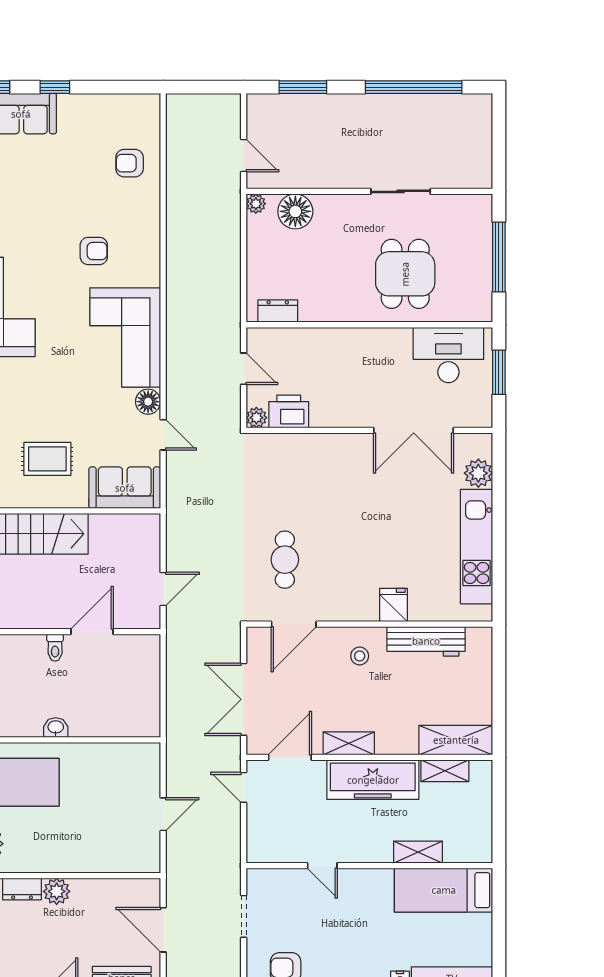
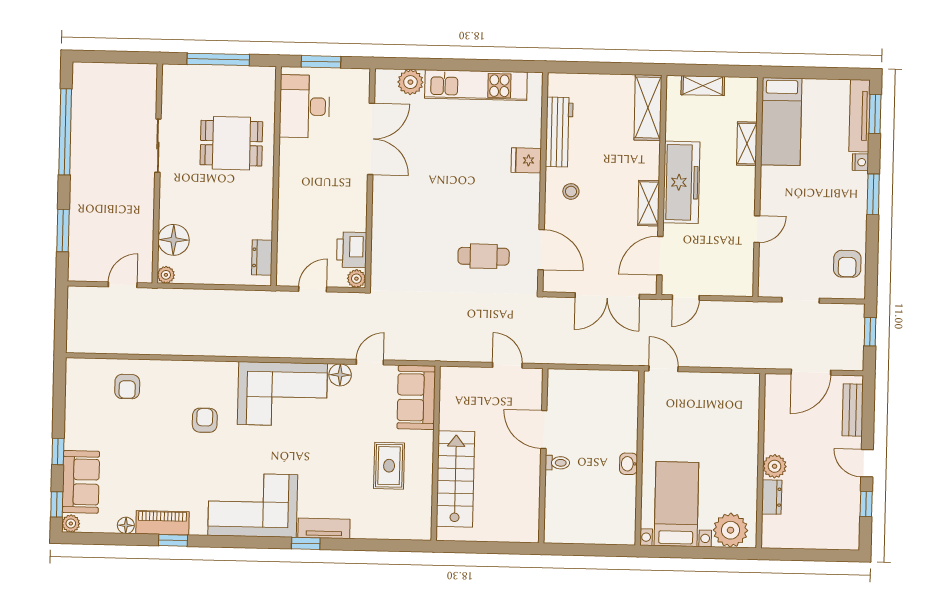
door: (290, 757) -> (660, 256), hinge flipped
shelving: (445, 771) -> (703, 86), moved, turned 90
door: (163, 814) -> (664, 369), moved

